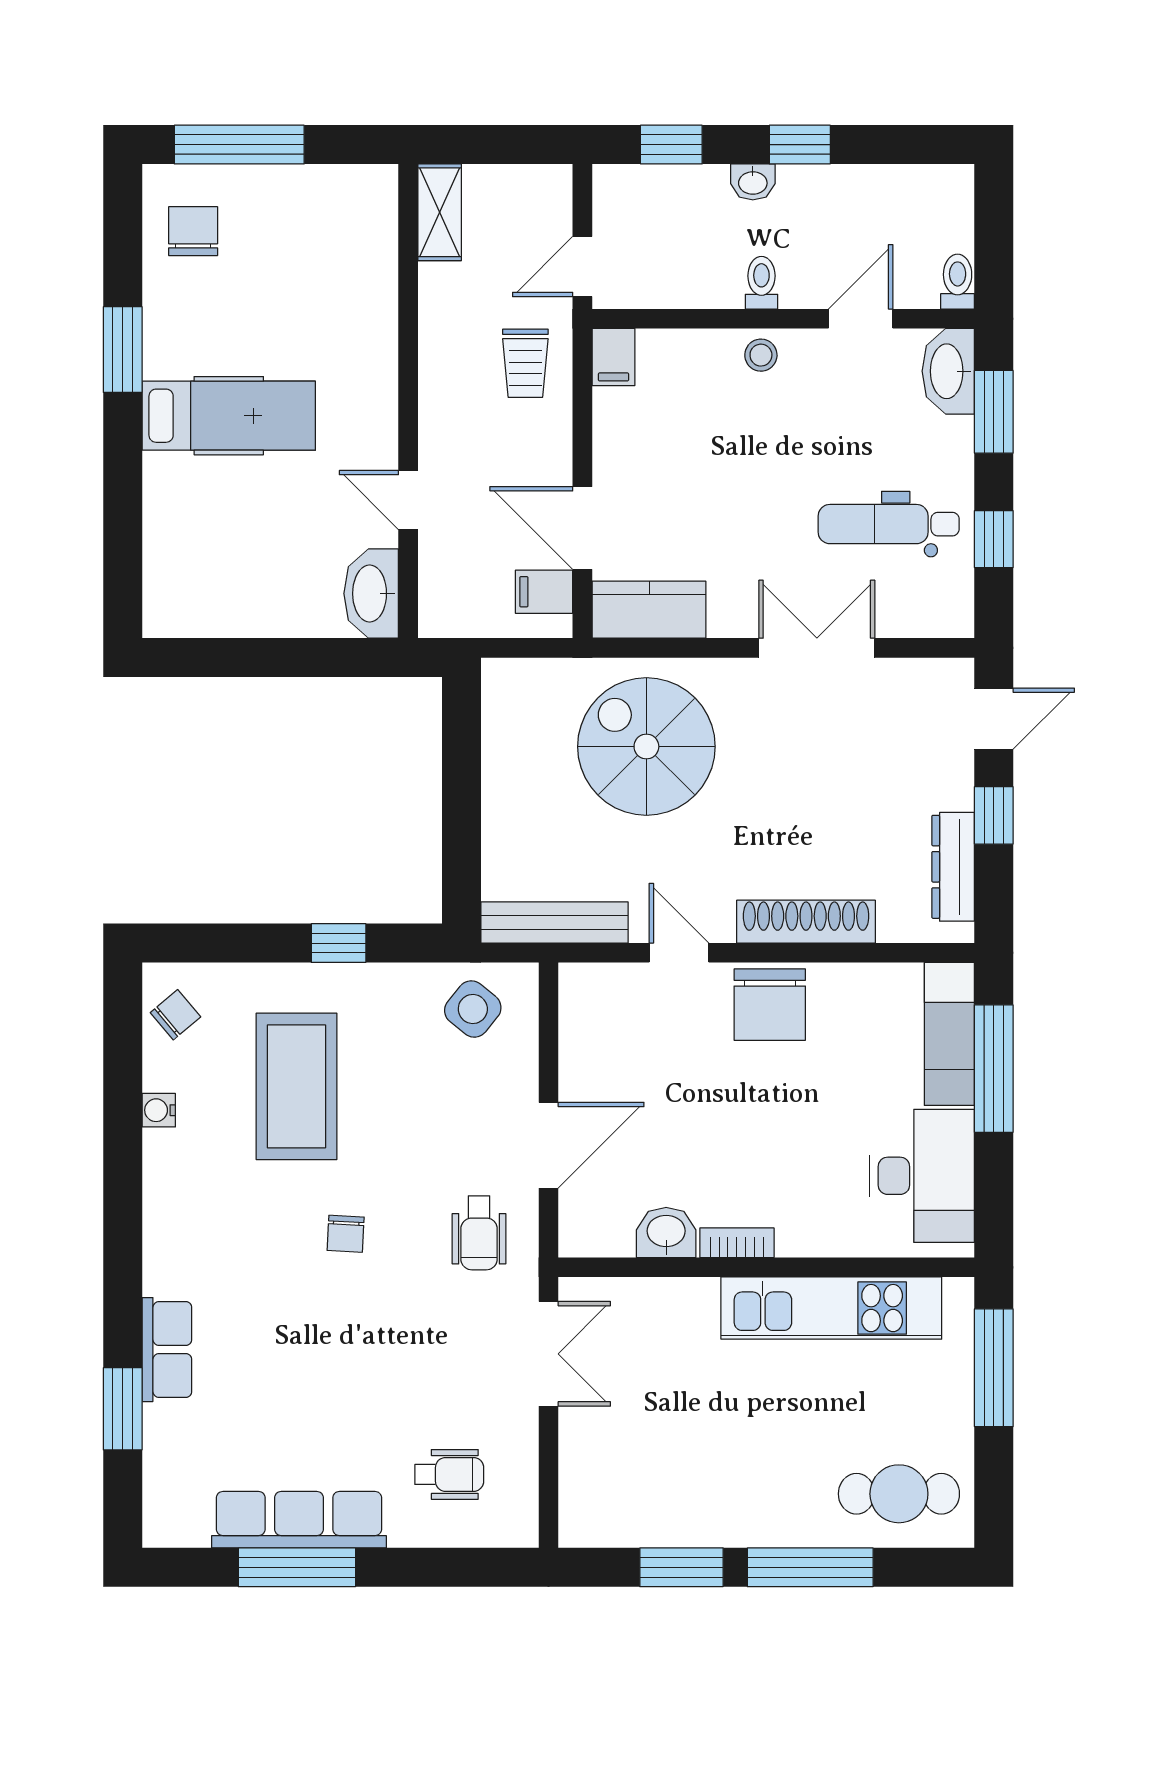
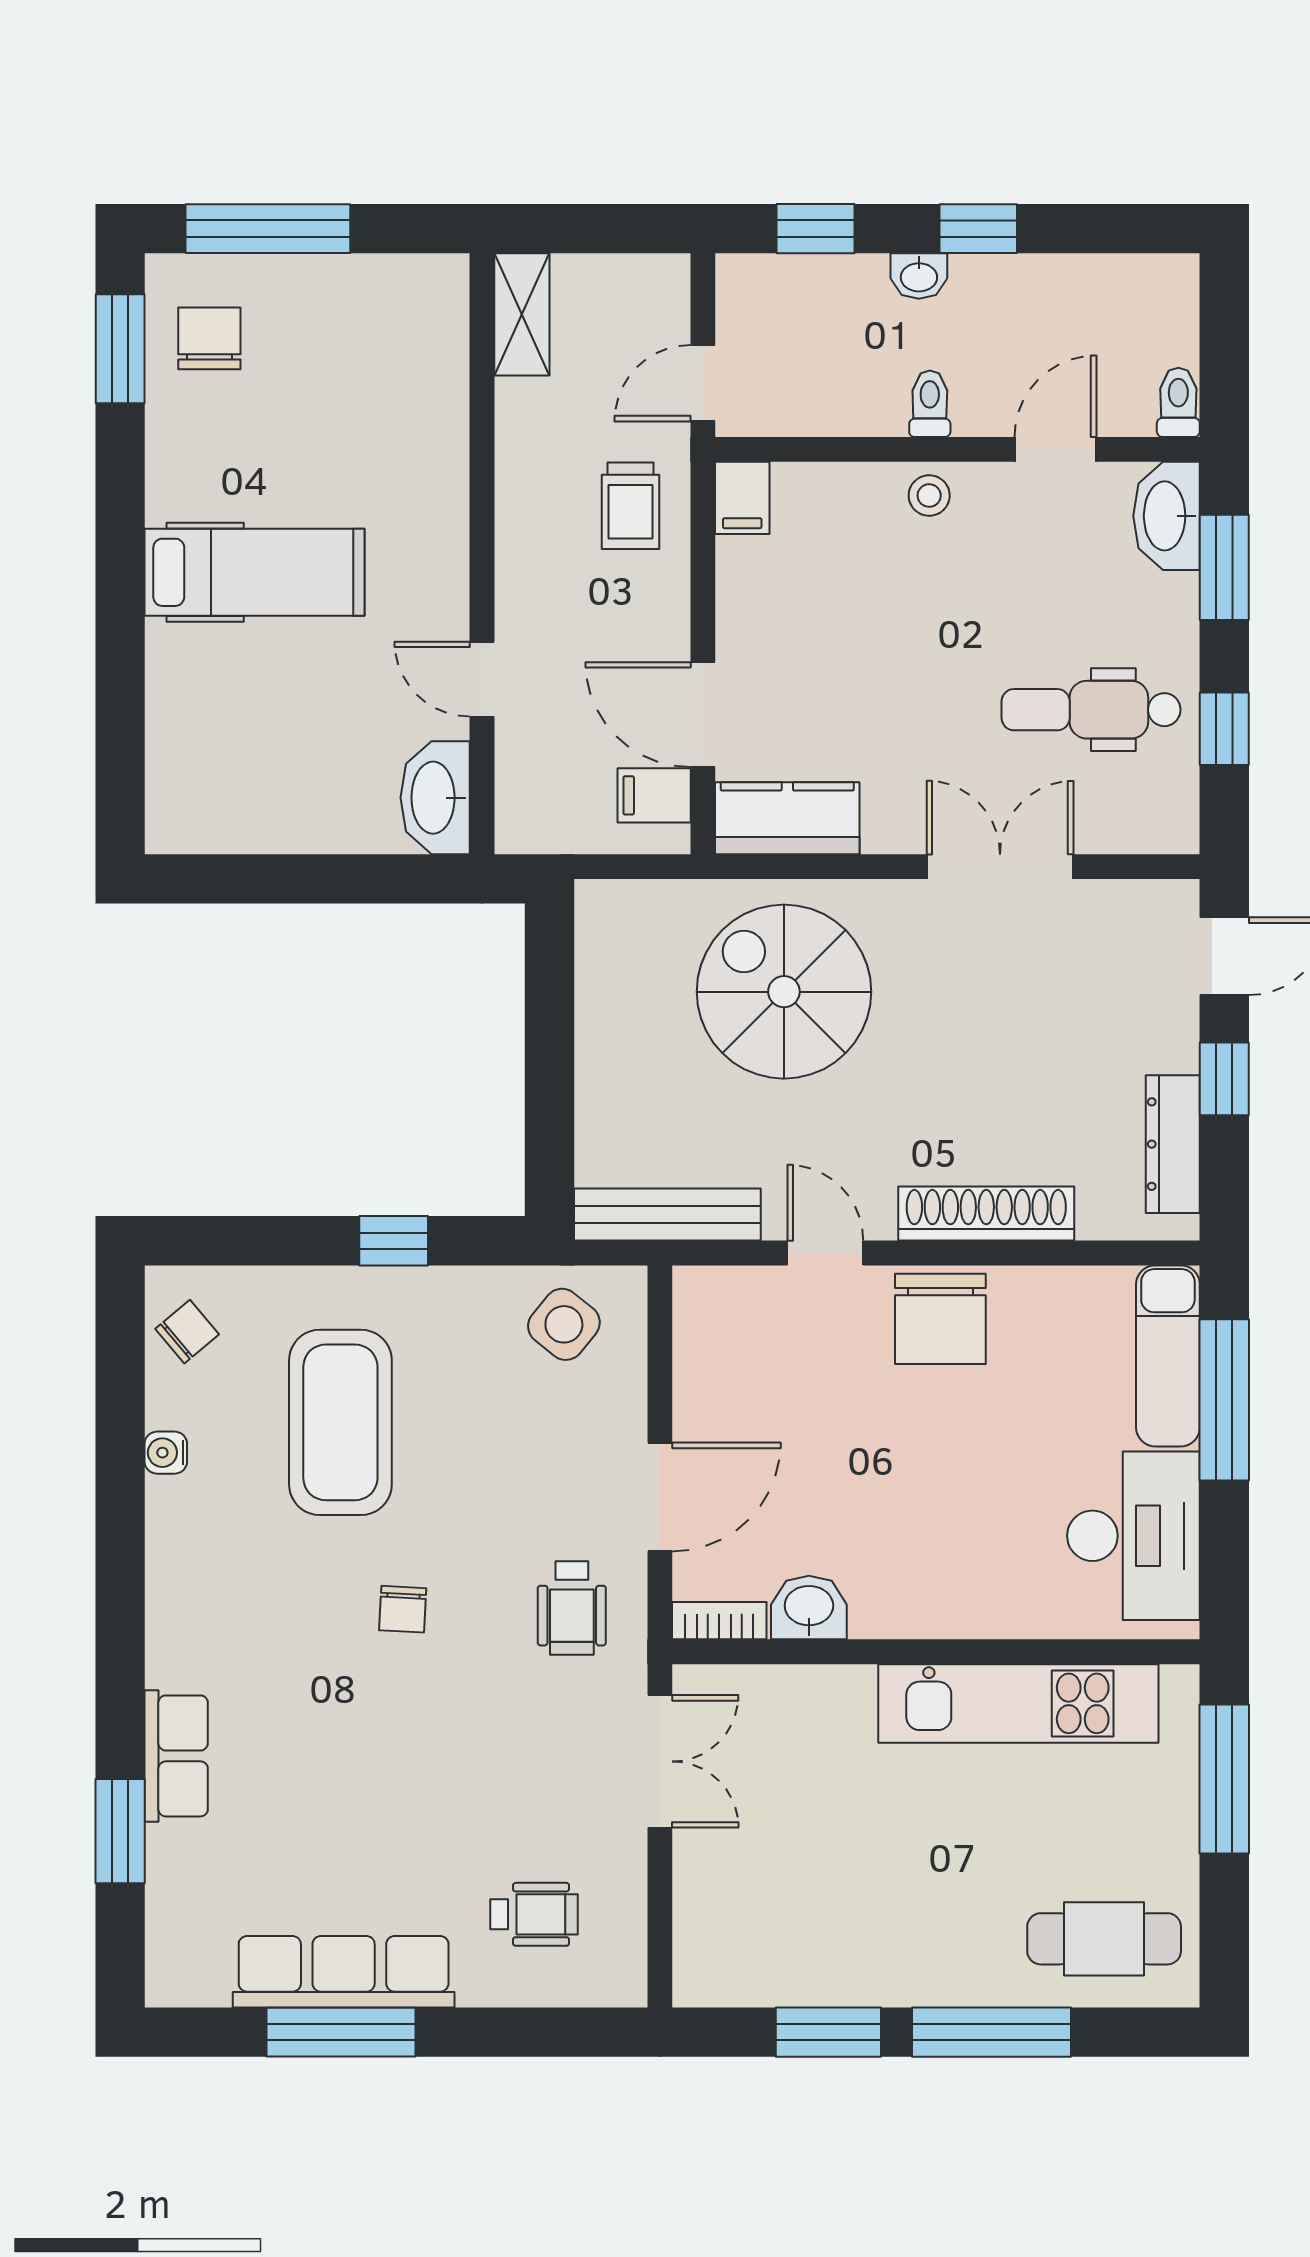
window: (123, 350) -> (120, 349), moved
bookcase: (737, 1243) -> (719, 1621), moved

